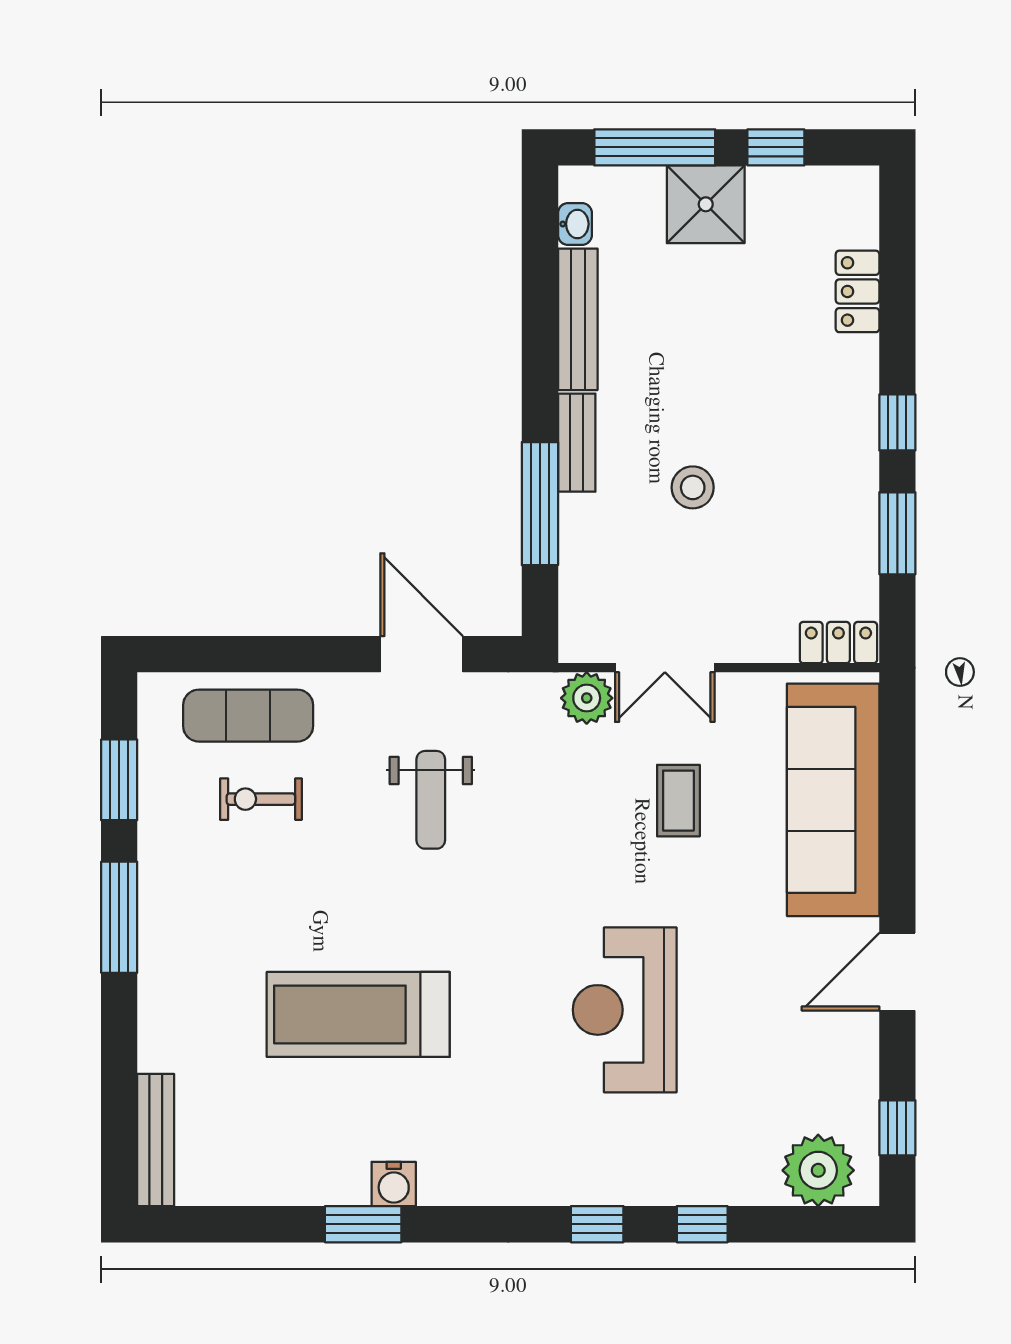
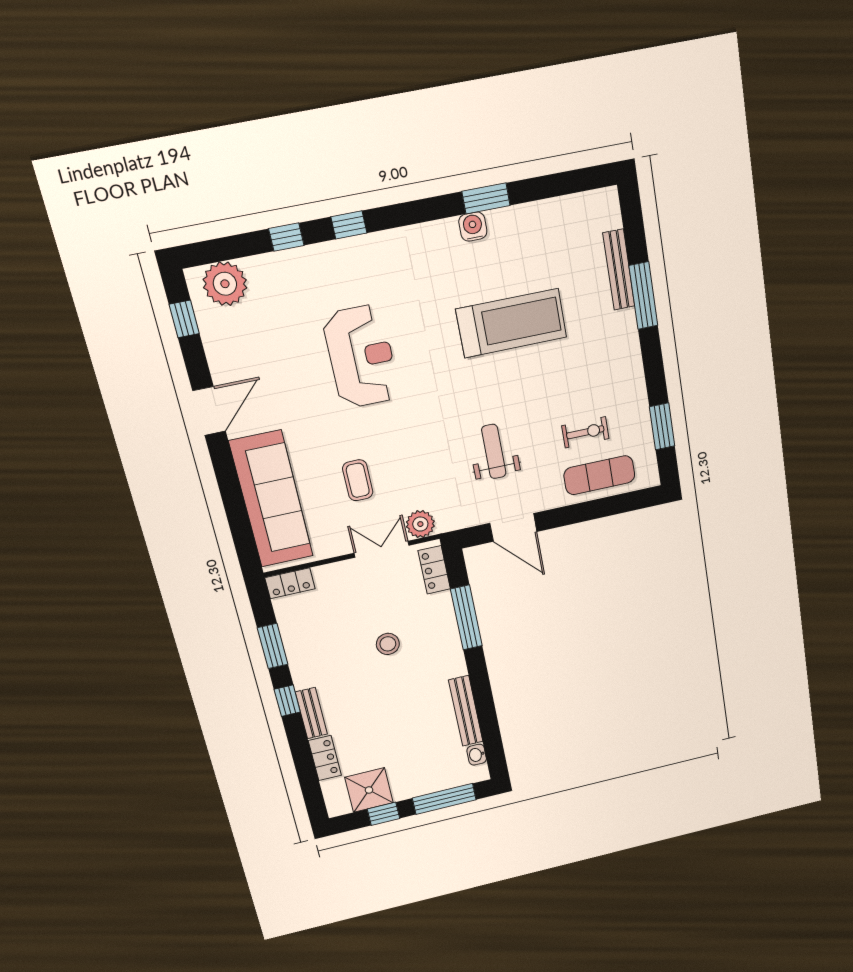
shower: (706, 204) -> (369, 790), moved
bench: (577, 443) -> (311, 713), moved
locker: (580, 608) -> (434, 570), added
window: (119, 917) -> (643, 296), moved
bench: (156, 1140) -> (619, 270), moved

